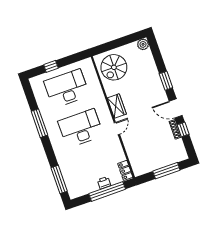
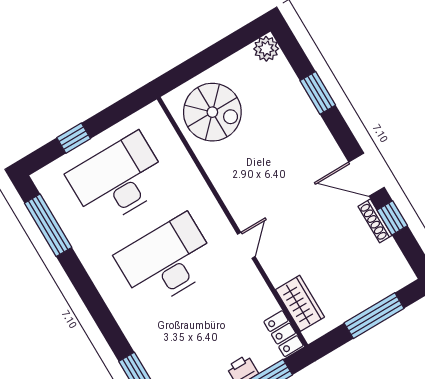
spiral stairs: (114, 67) -> (212, 112), turned -90
window: (166, 81) -> (318, 93), moved
wardrobe: (117, 106) -> (300, 303), moved
window: (39, 123) -> (48, 225), moved

